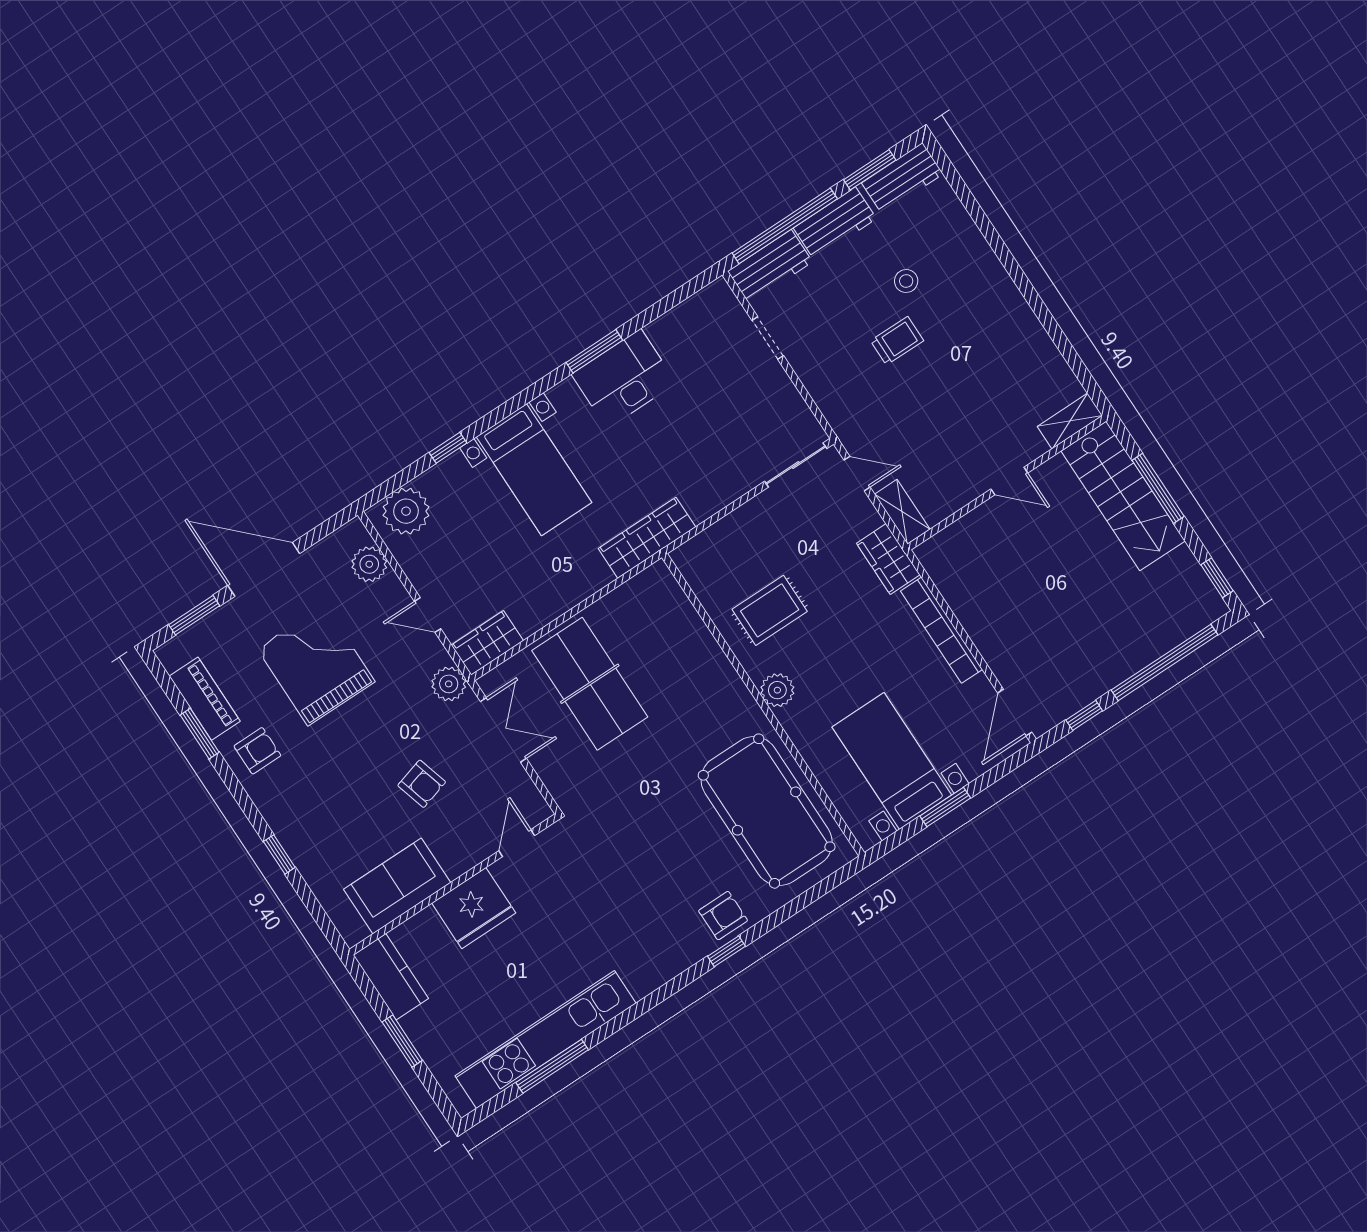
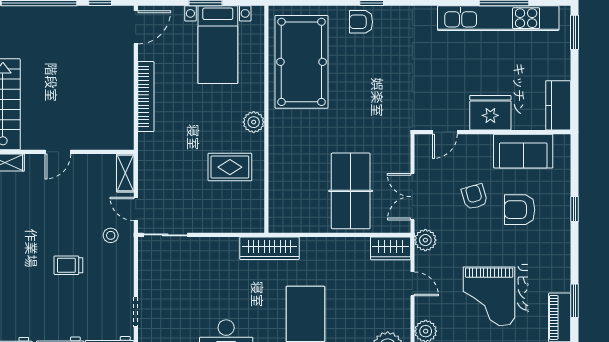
stool: (906, 281) -> (111, 235), moved
door: (1009, 481) -> (58, 152), swing flipped
wardrobe: (888, 559) -> (149, 153), removed
armchair: (257, 751) -> (520, 210), moved, width x1.38, depth x1.38
window: (402, 1041) -> (575, 32), moved

